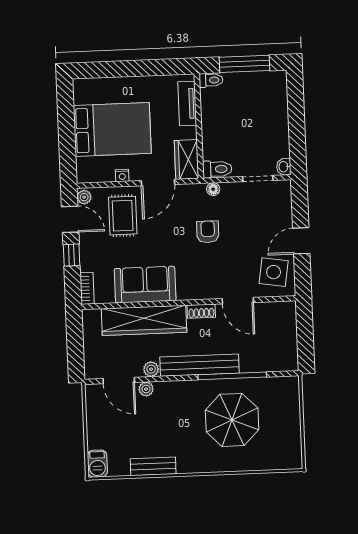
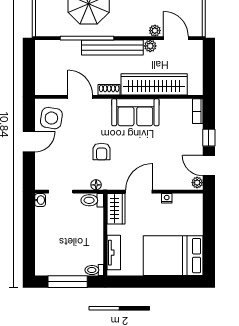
bed: (112, 129) -> (173, 256), moved
rug: (123, 216) -> (168, 167), removed
sofa: (145, 285) -> (135, 112), moved

